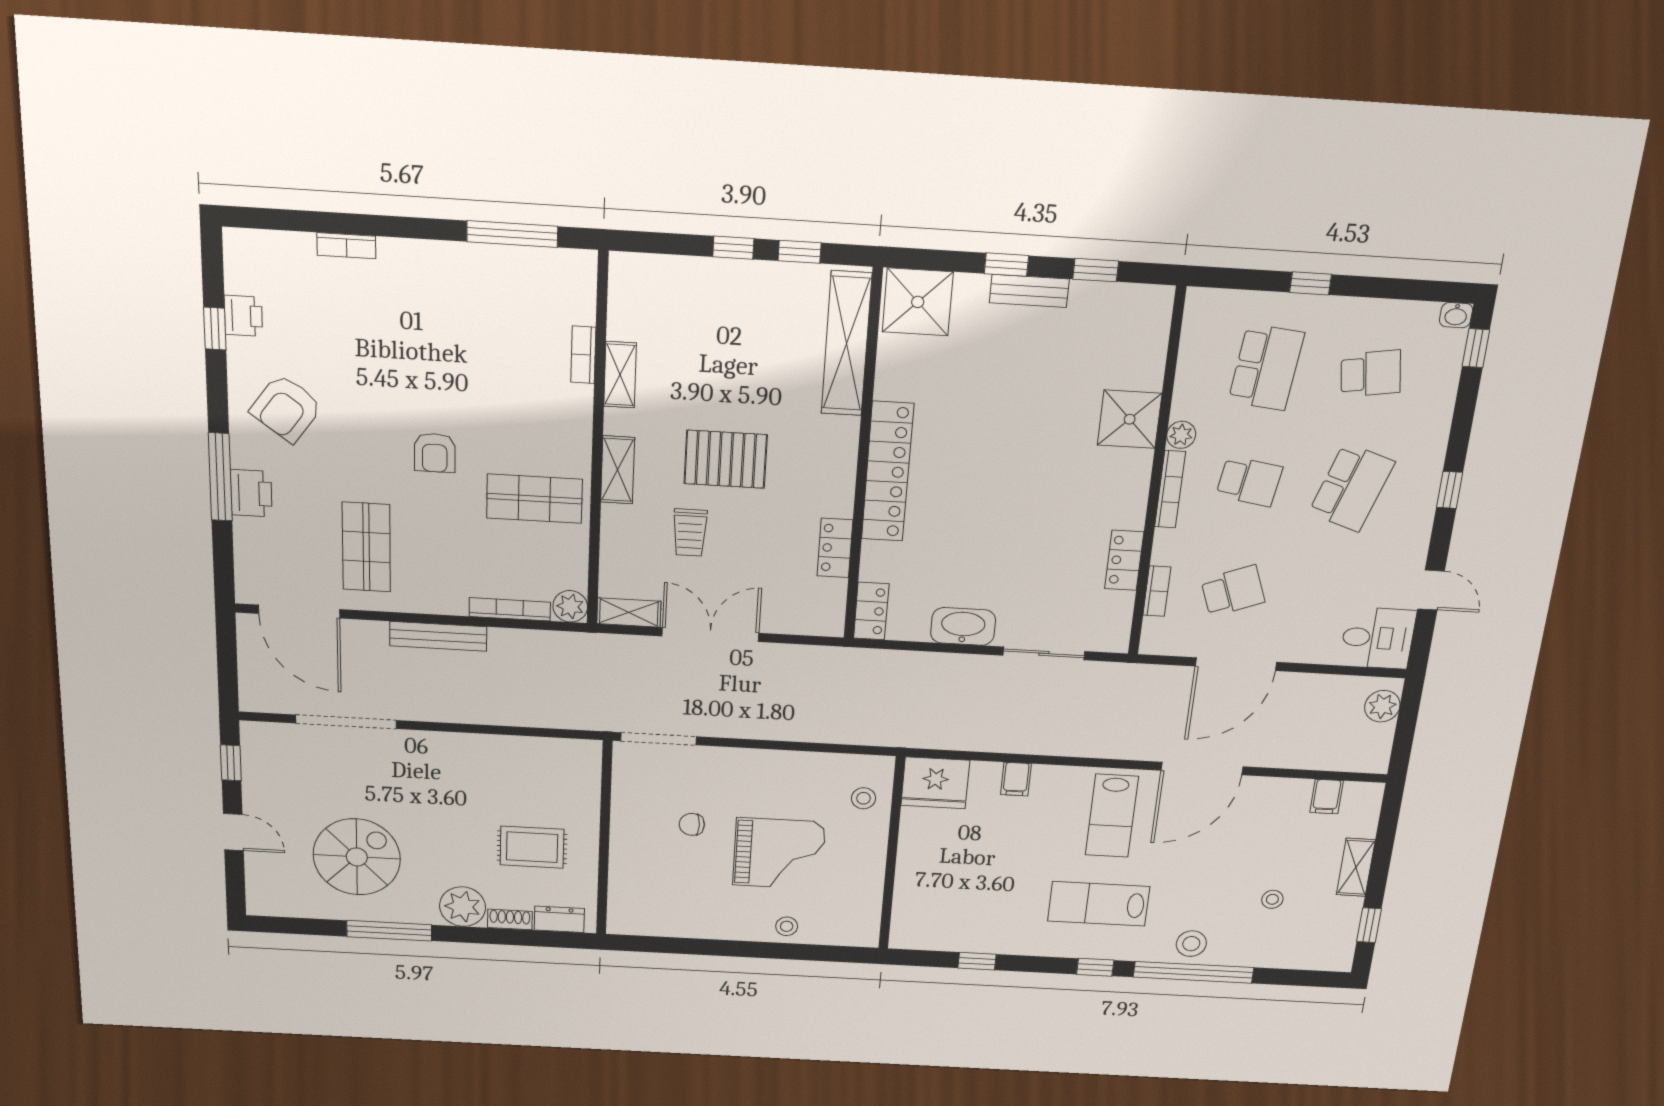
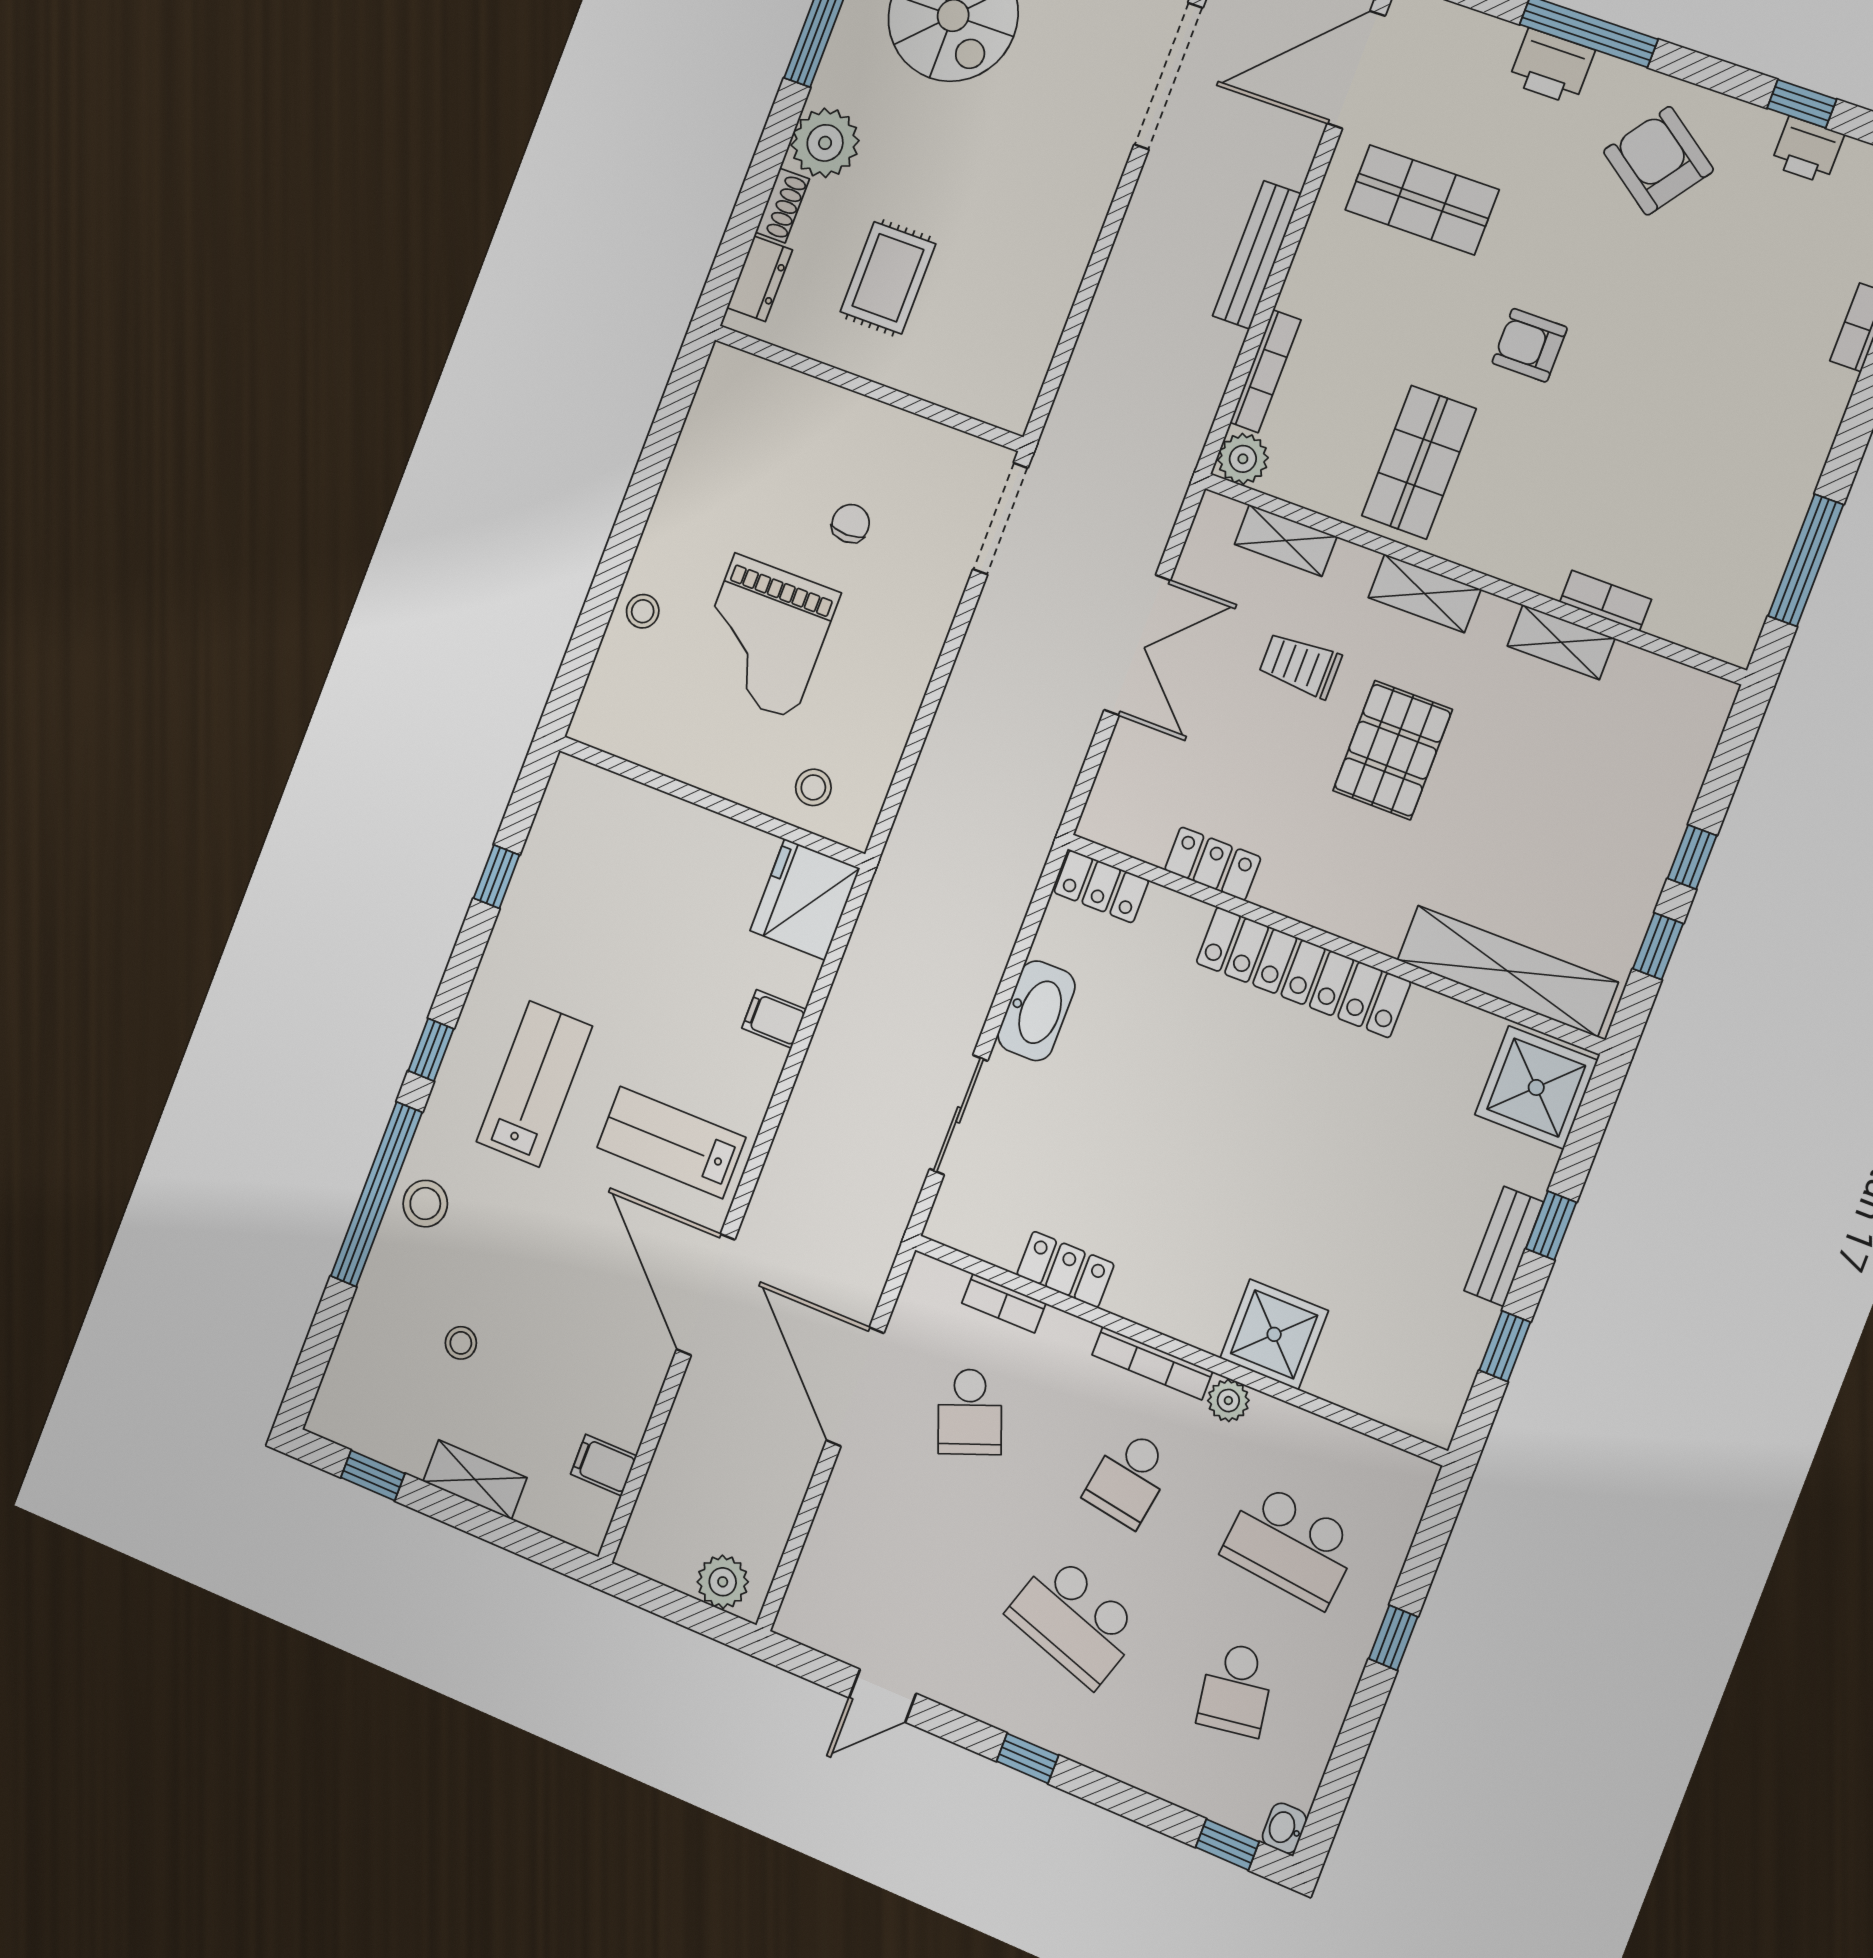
shelving: (629, 612) -> (1286, 540), moved, turned 90
desk: (1378, 638) -> (832, 1601), removed

